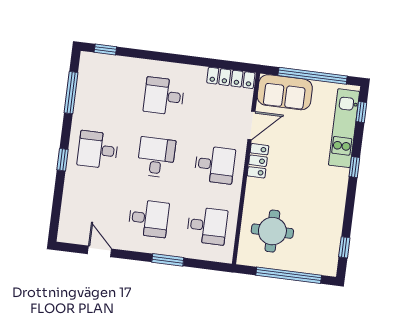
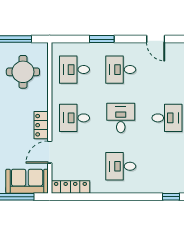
desk: (164, 96) -> (121, 166), turned 180
desk: (156, 157) -> (121, 118), turned 180

